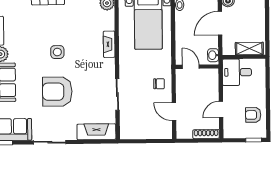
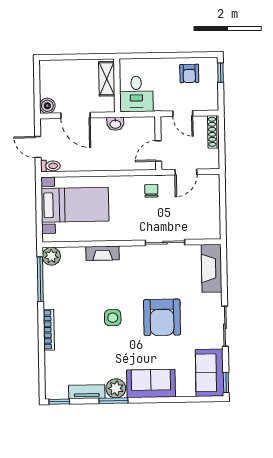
door: (191, 67) -> (158, 151), moved
wall: (197, 67) -> (158, 143), moved

